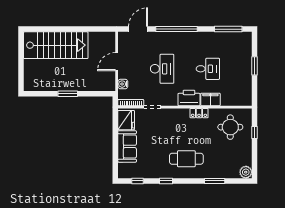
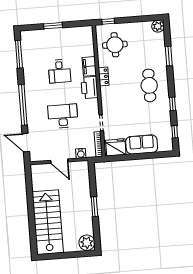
desk: (208, 69) -> (59, 71), turned 180
plant: (32, 83) -> (87, 243), added
window: (255, 133) -> (108, 21), moved

